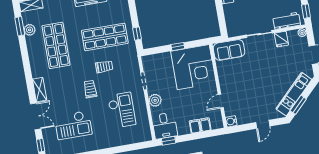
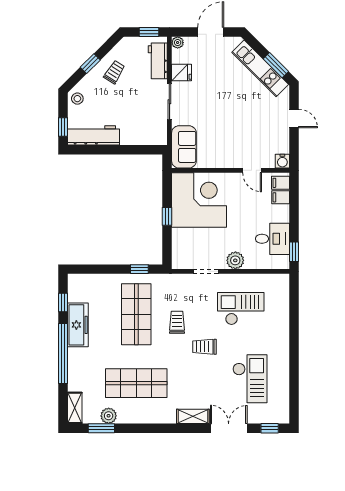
desk: (165, 126) -> (272, 239), moved
filing cabinet: (195, 126) -> (281, 183), moved

